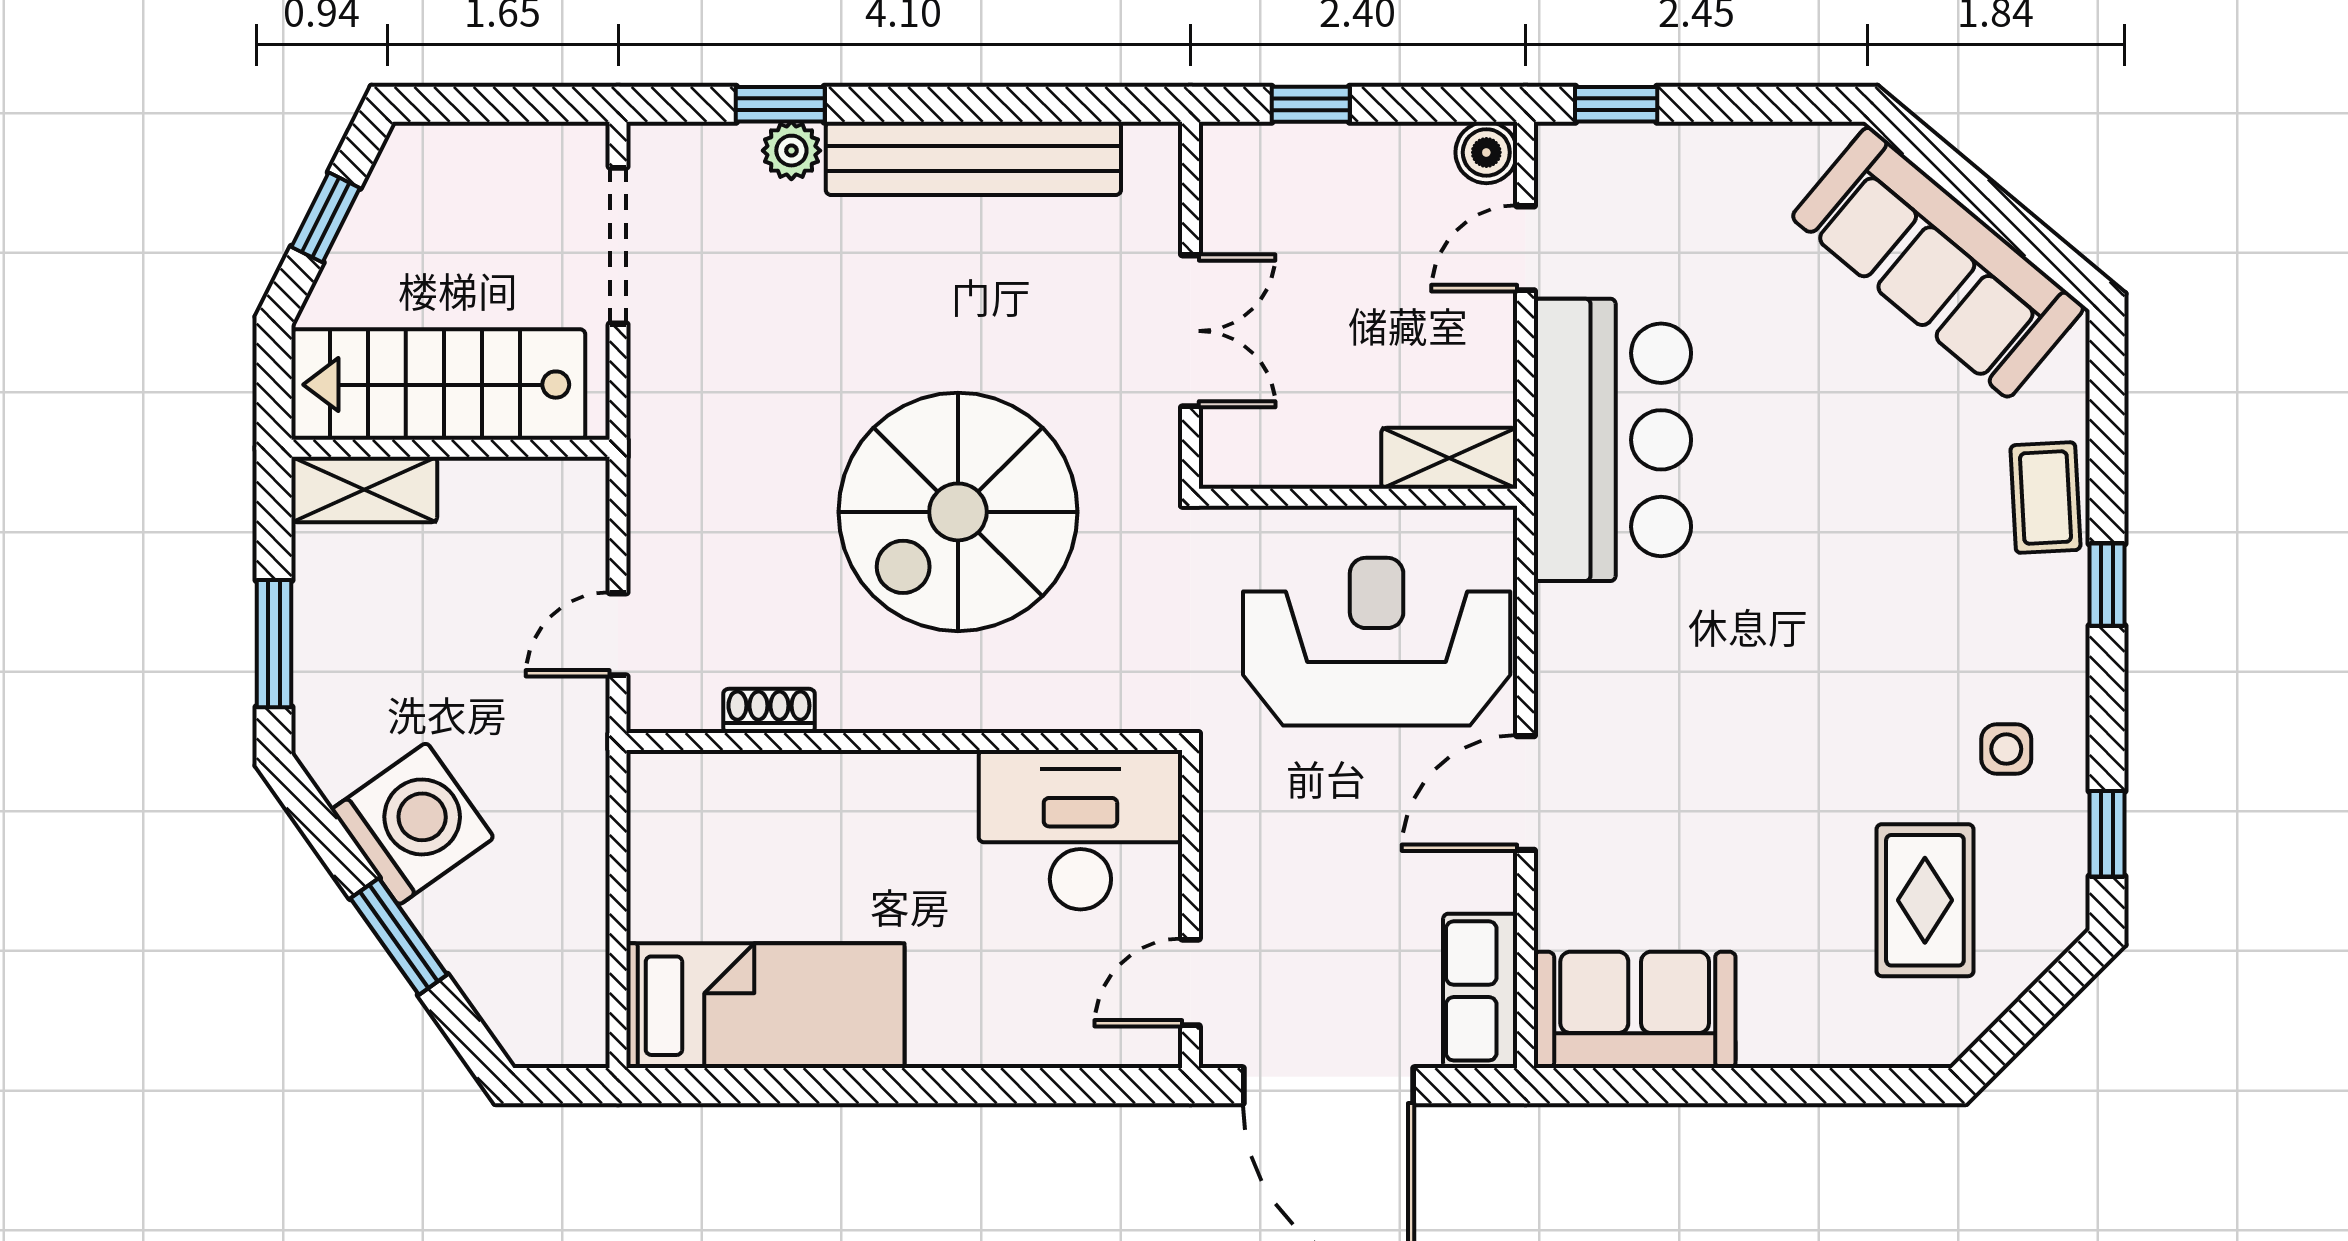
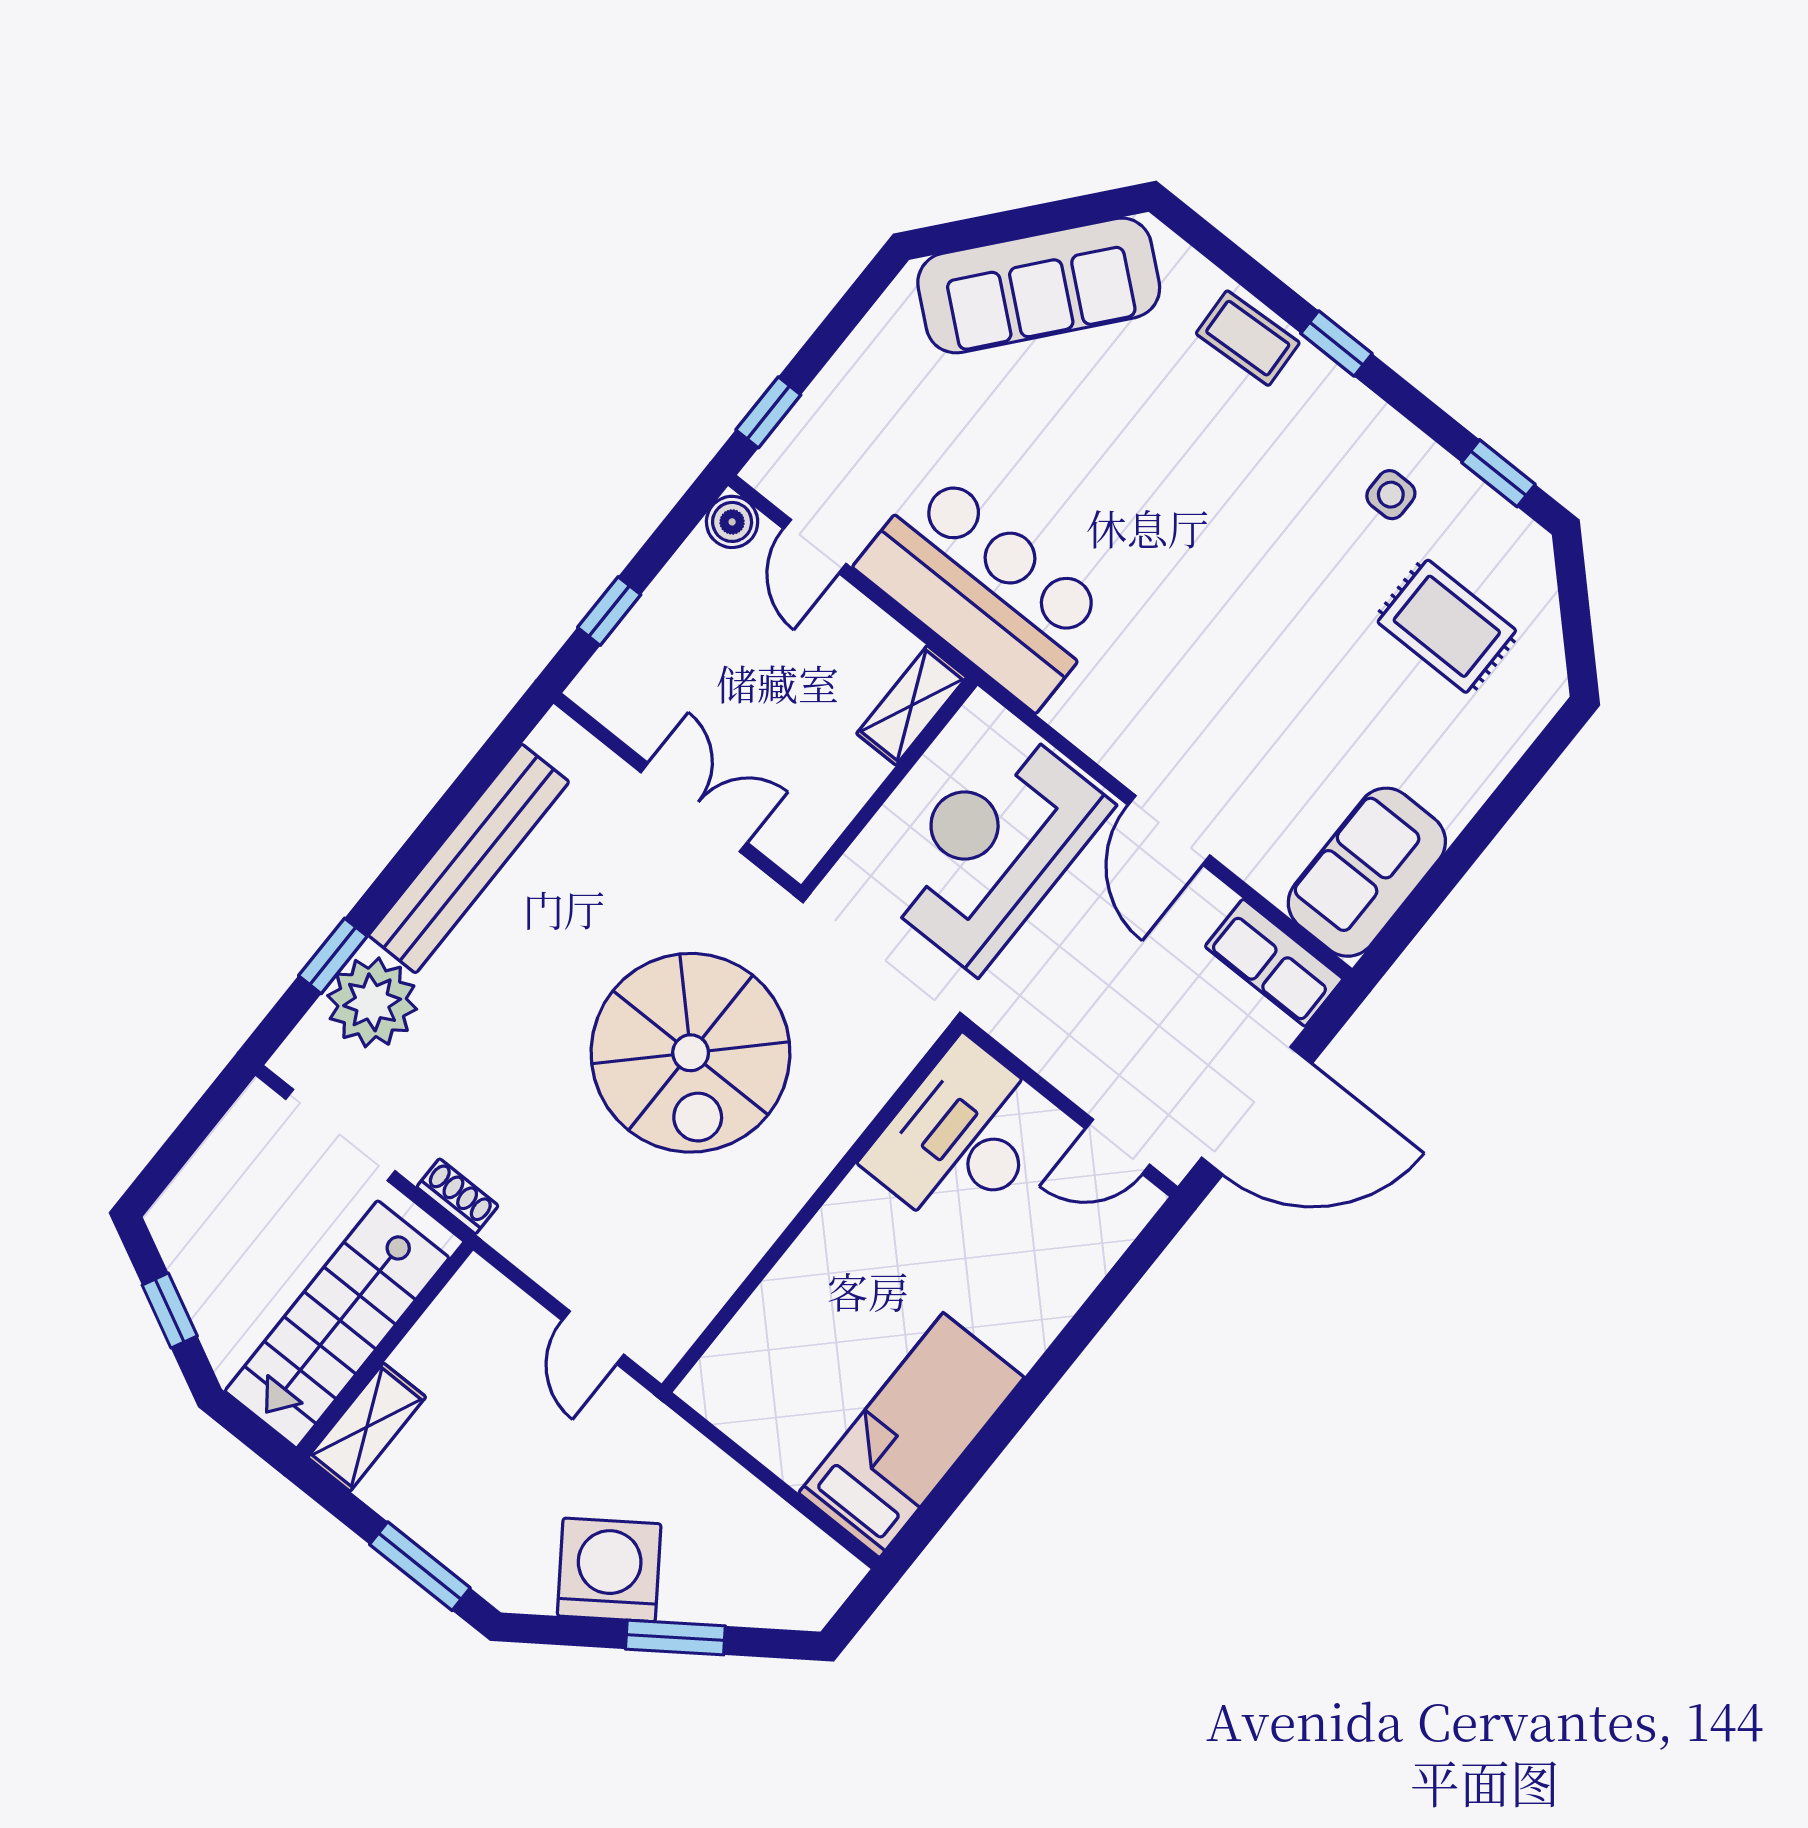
plant: (791, 151) -> (372, 1002), width x1.87, depth x1.87
shoe rack: (769, 711) -> (457, 1196), moved, turned 90
door: (1190, 982) -> (1118, 1147), hinge flipped

